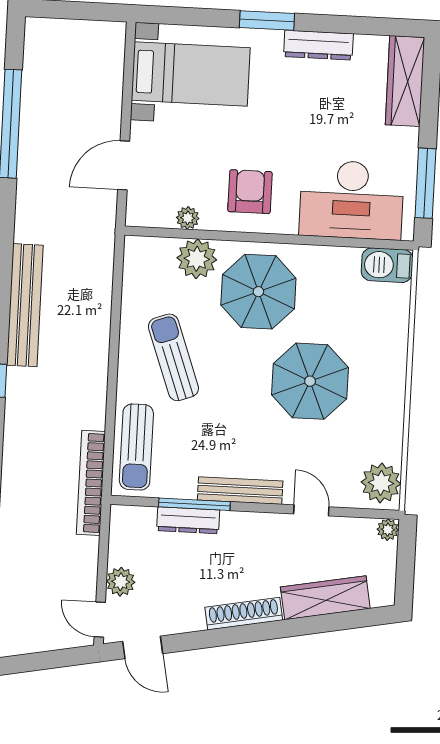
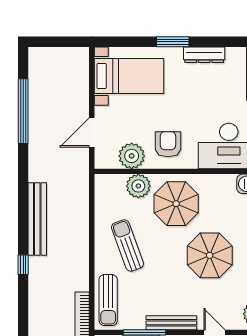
plant: (188, 218) -> (132, 156), width x1.87, depth x1.87

